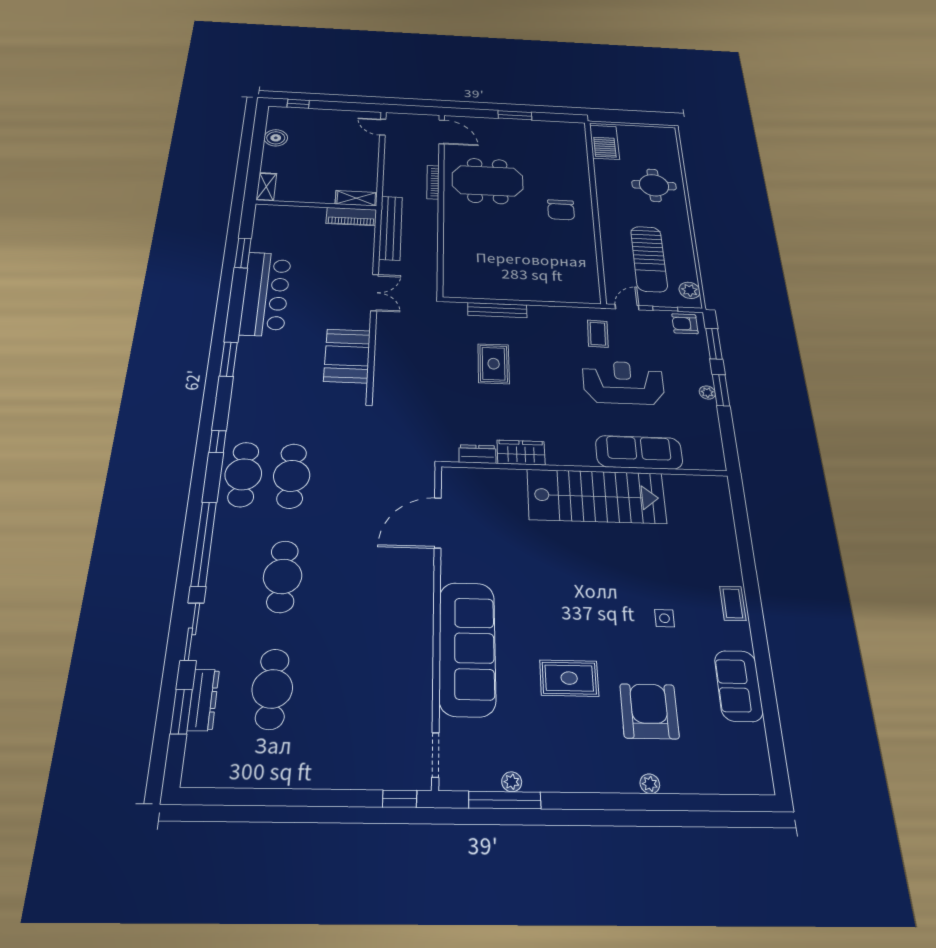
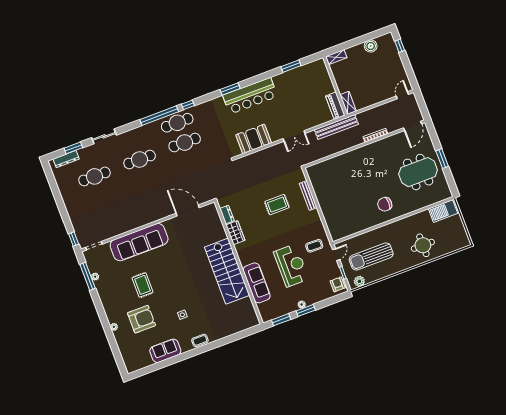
meeting table: (487, 181) -> (418, 172), moved, turned 90
bar counter: (266, 294) -> (250, 96), moved
door: (627, 307) -> (336, 255), hinge flipped
window: (714, 344) -> (281, 320), moved
window: (204, 544) -> (159, 116), moved
dresser: (203, 700) -> (66, 159), moved

